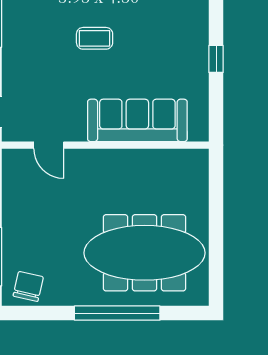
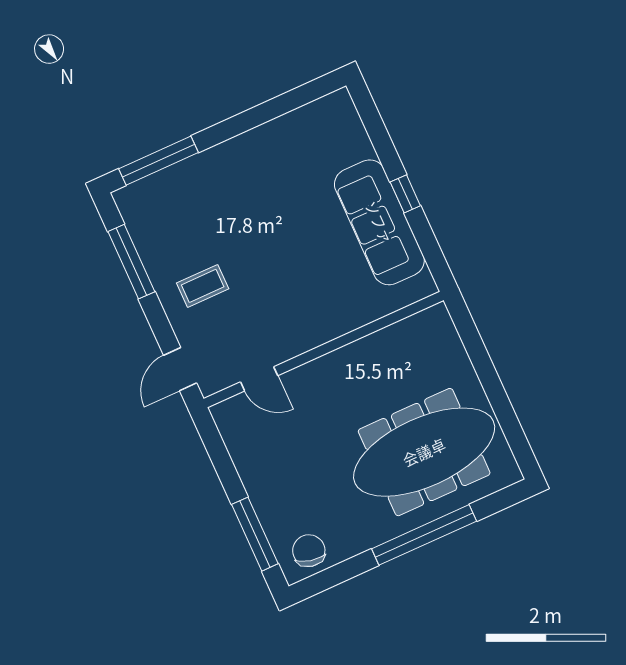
coffee table: (95, 38) -> (203, 286), moved
sofa: (137, 120) -> (379, 222), moved, turned -90

